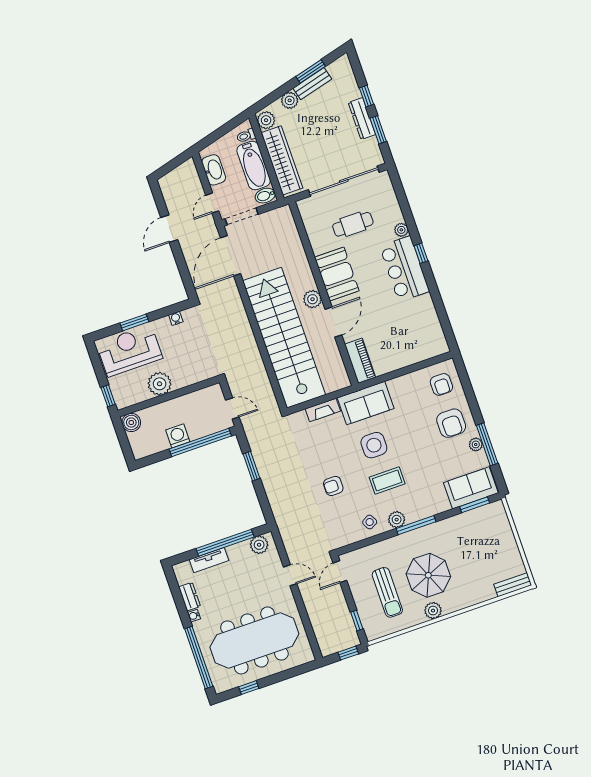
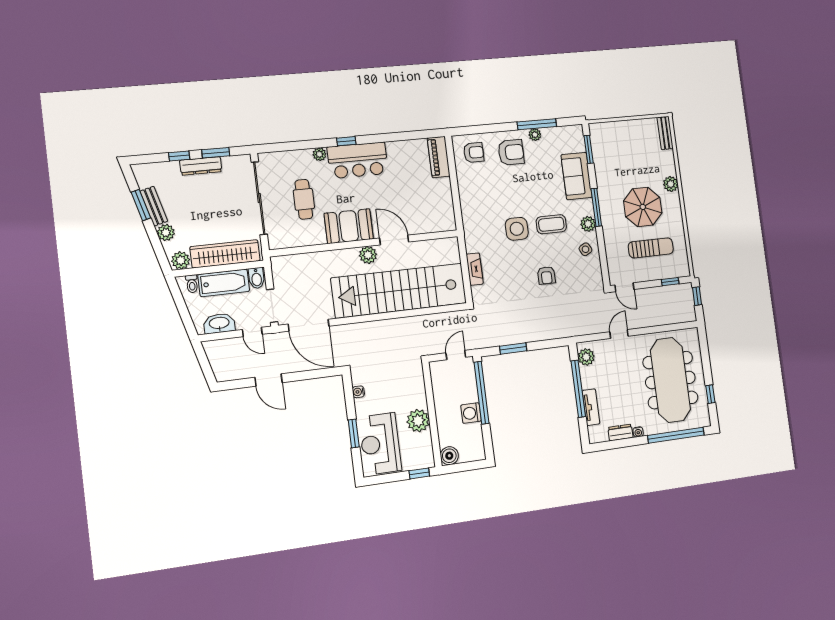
piano: (360, 361) -> (439, 157), moved, turned -90
sofa: (366, 403) -> (477, 227), removed
coffee table: (387, 481) -> (551, 224), turned 90
sofa: (471, 488) -> (577, 176), moved
plant: (433, 611) -> (671, 184), moved

